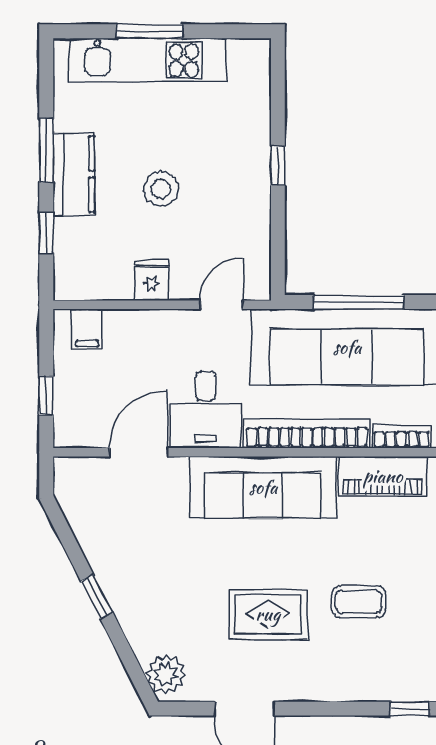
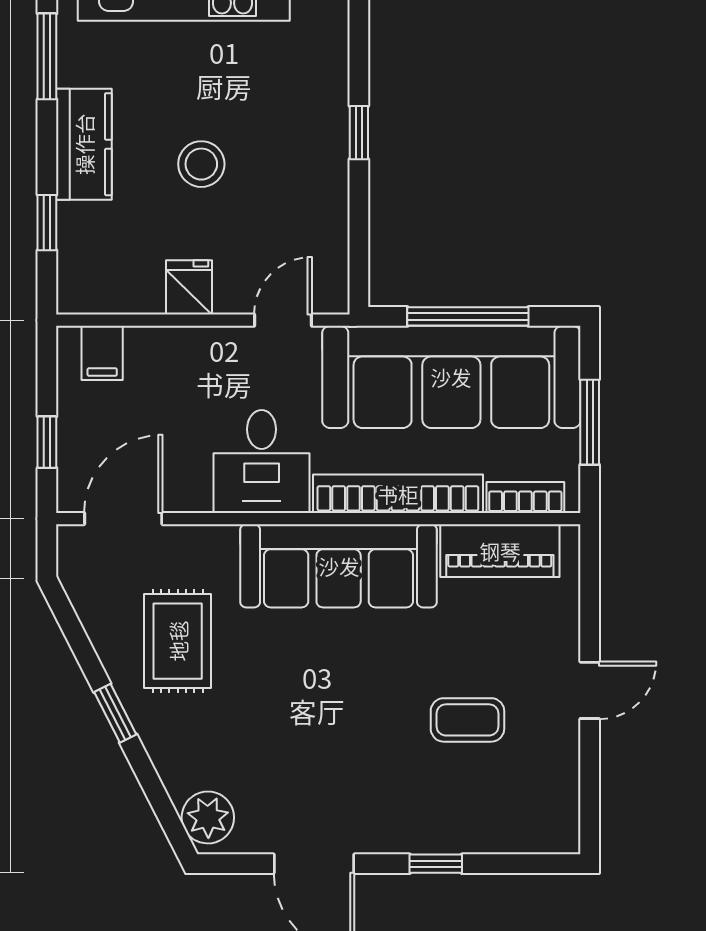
window: (46, 150) -> (47, 56), moved
door: (139, 452) -> (123, 519), moved
rug: (268, 614) -> (178, 641), moved, turned 90
window: (410, 709) -> (436, 864), moved

